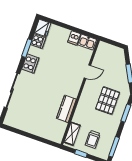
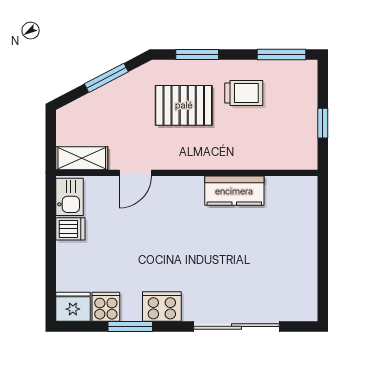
door: (87, 72) -> (135, 173), swing flipped
shelving: (72, 134) -> (82, 158), moved
trolley: (93, 139) -> (244, 93), moved

